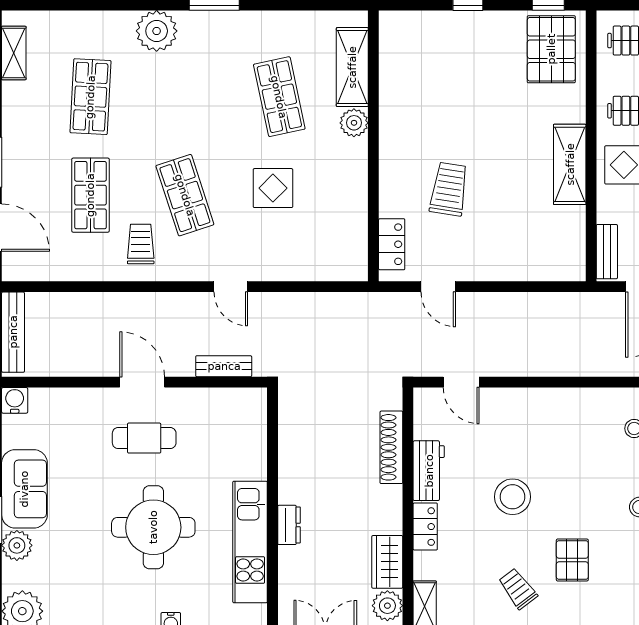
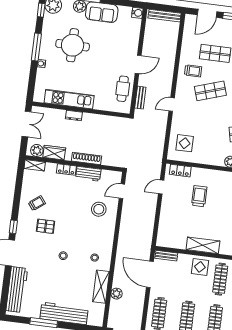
display table: (273, 188) -> (185, 143), moved
trolley: (449, 189) -> (199, 196), turned -99
cafe table: (144, 438) -> (123, 89), moved
shoe rack: (391, 447) -> (87, 158), moved
stool: (512, 497) -> (99, 209), moved
round table: (153, 527) -> (73, 45), moved

